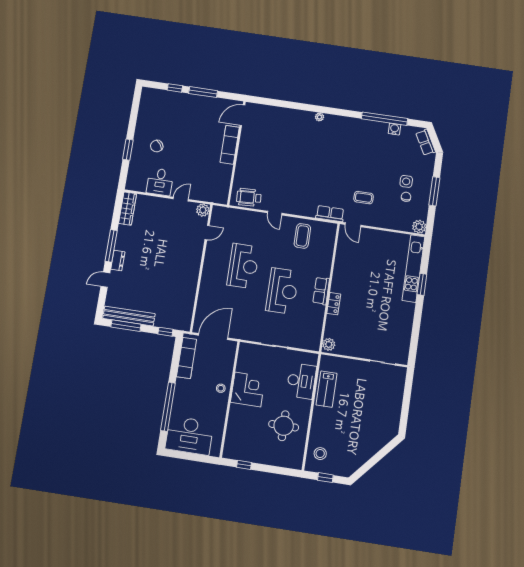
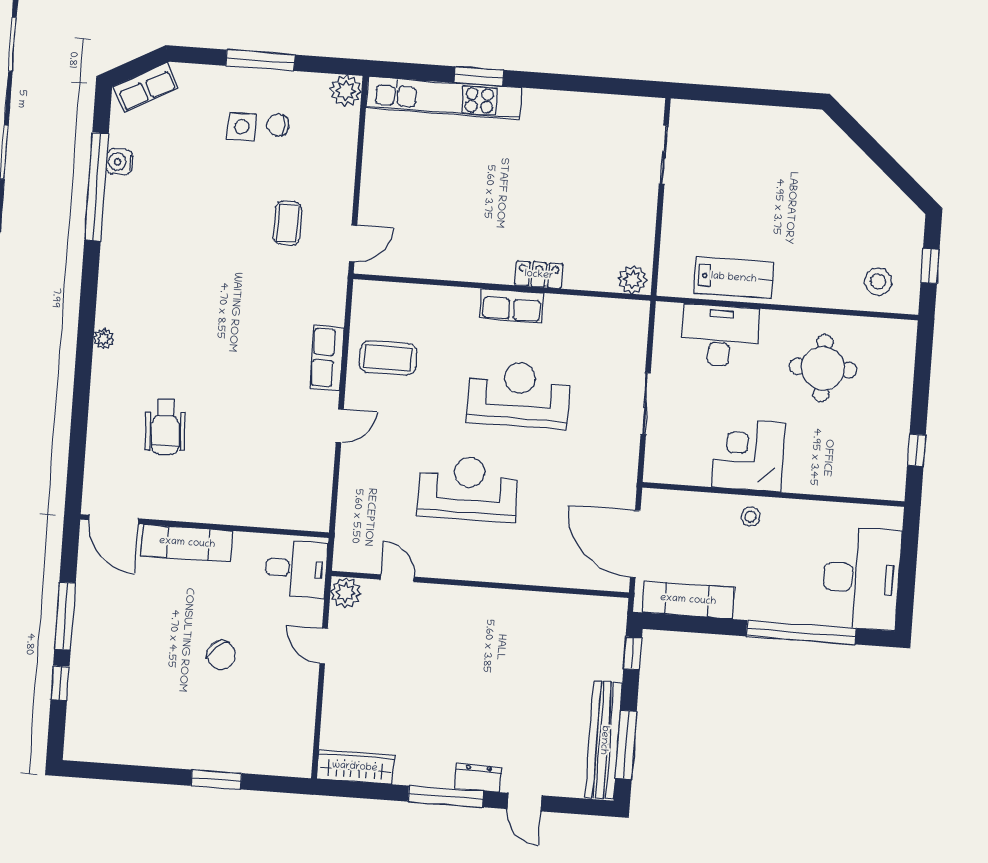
chair: (157, 146) -> (221, 655), moved
desk: (160, 182) -> (296, 569), moved
wheelchair: (249, 197) -> (165, 427), moved
row of seats: (330, 214) -> (327, 358), moved

